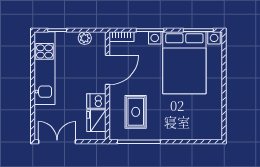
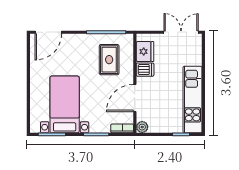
plant: (85, 38) -> (142, 127), moved
bed with nightstands: (184, 63) -> (65, 104), width x0.73
double door: (57, 142) -> (181, 32), swing flipped
door: (202, 142) -> (48, 32), added

